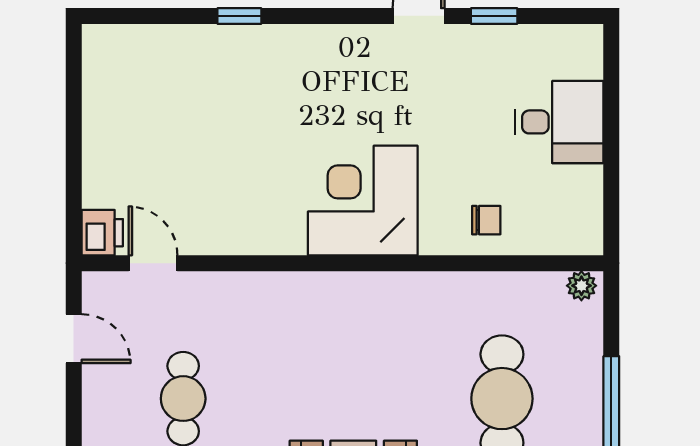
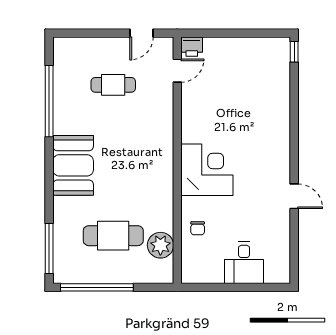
window: (239, 16) -> (294, 52), moved
window: (494, 16) -> (294, 232), removed
plant: (581, 286) -> (160, 245), moved, width x1.88, depth x1.88

